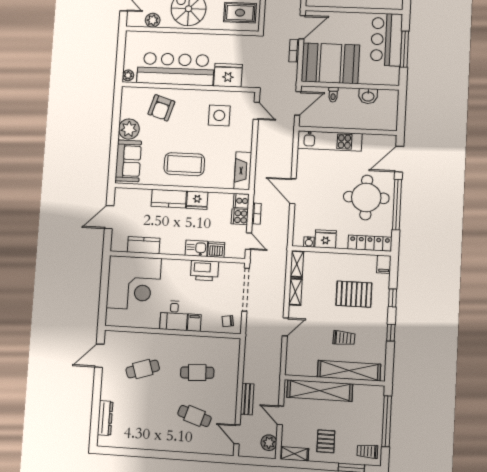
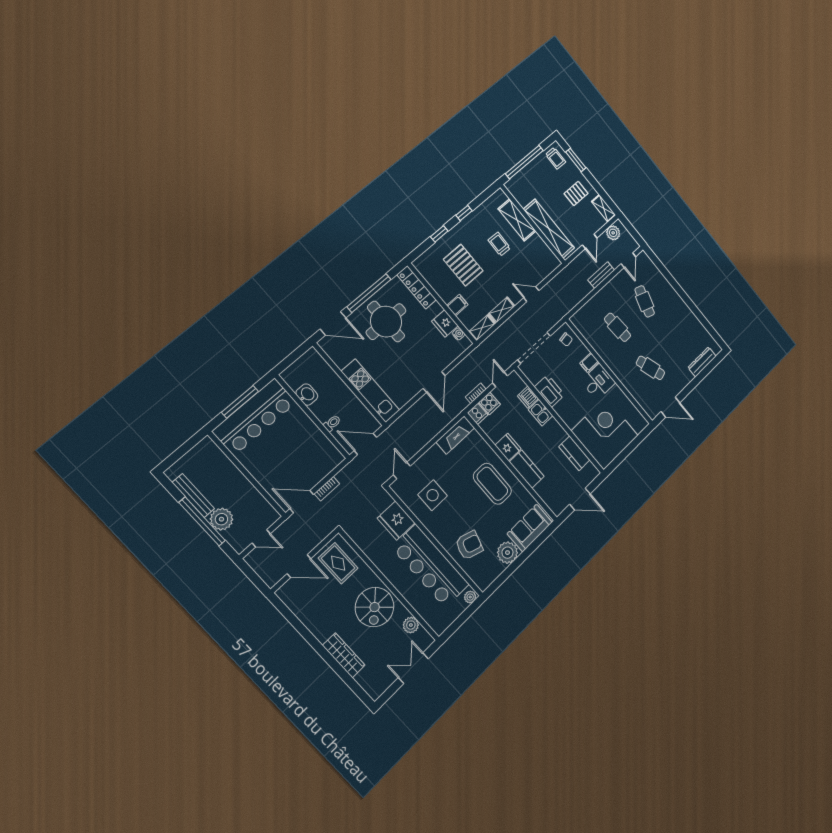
bar counter: (386, 40) -> (254, 417), width x1.36
booth: (330, 63) -> (309, 450), removed
filing cabinet: (384, 264) -> (457, 305), moved
shelving: (349, 371) -> (517, 220), width x0.68

